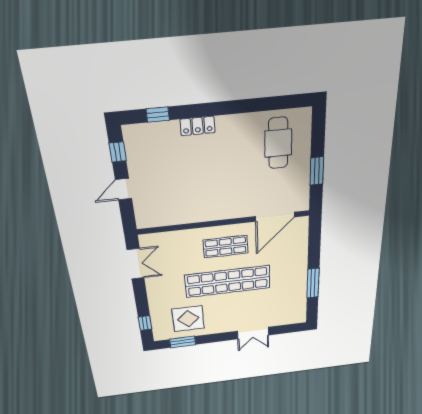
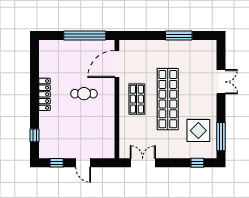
locker: (198, 126) -> (45, 94), moved, width x1.53
cafe table: (278, 143) -> (84, 94), moved, width x0.73, depth x0.74
window: (317, 171) -> (85, 36), width x2.11
door: (275, 217) -> (117, 64), swing flipped
window: (183, 342) -> (221, 137), width x1.44

